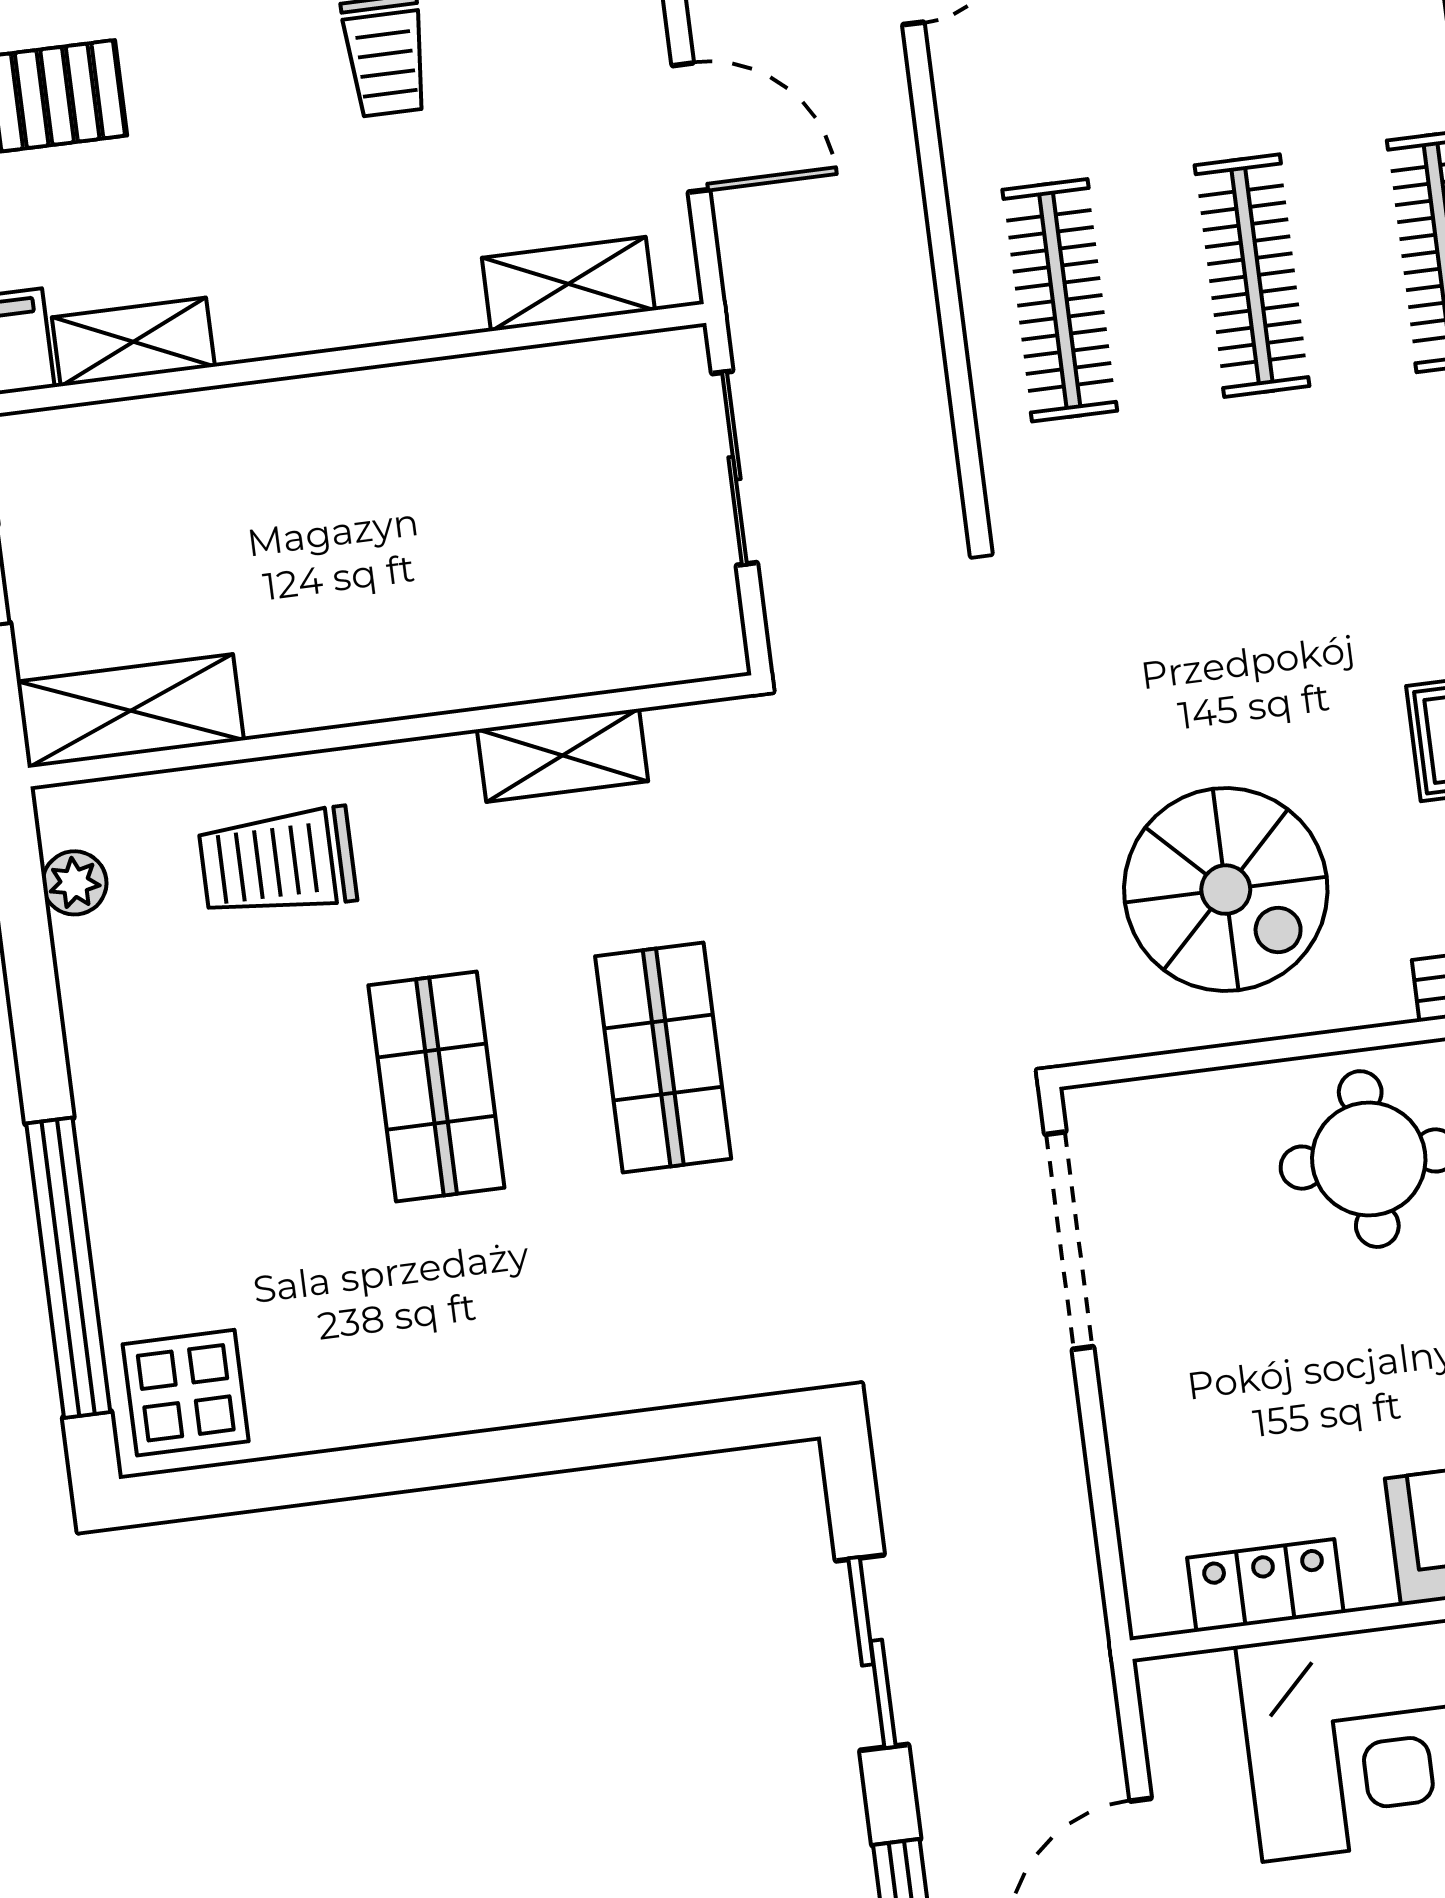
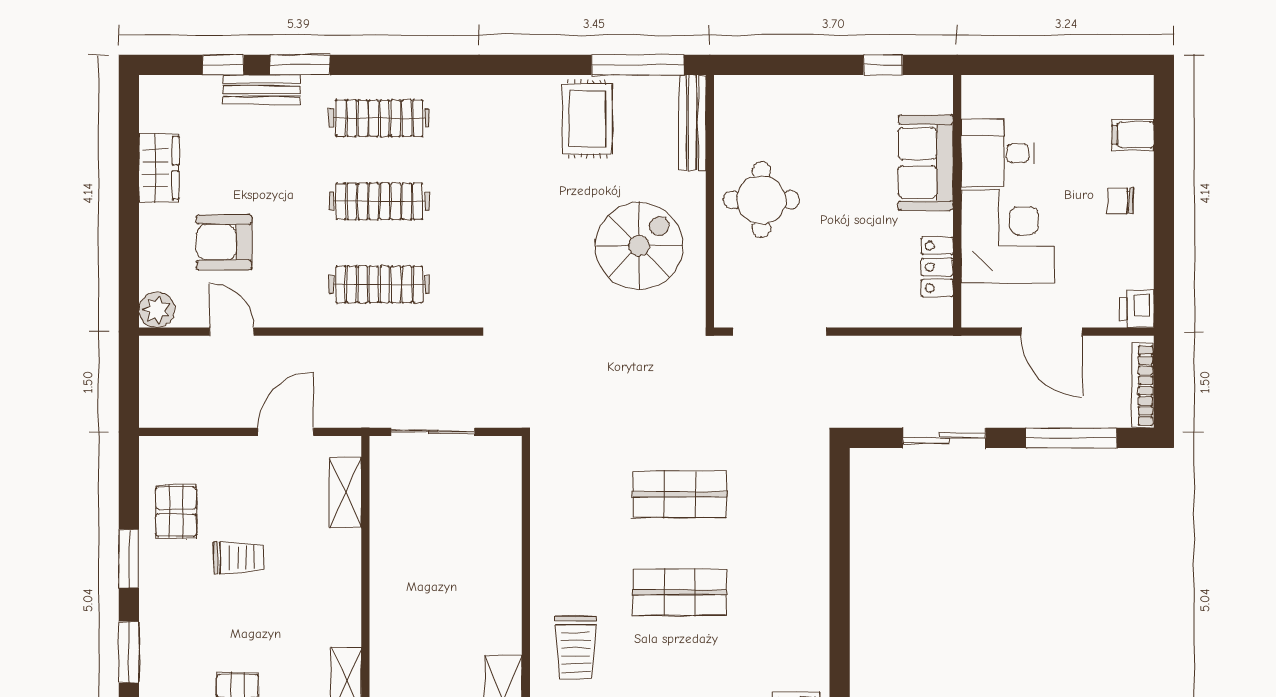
shelving: (563, 755) -> (546, 521), removed

